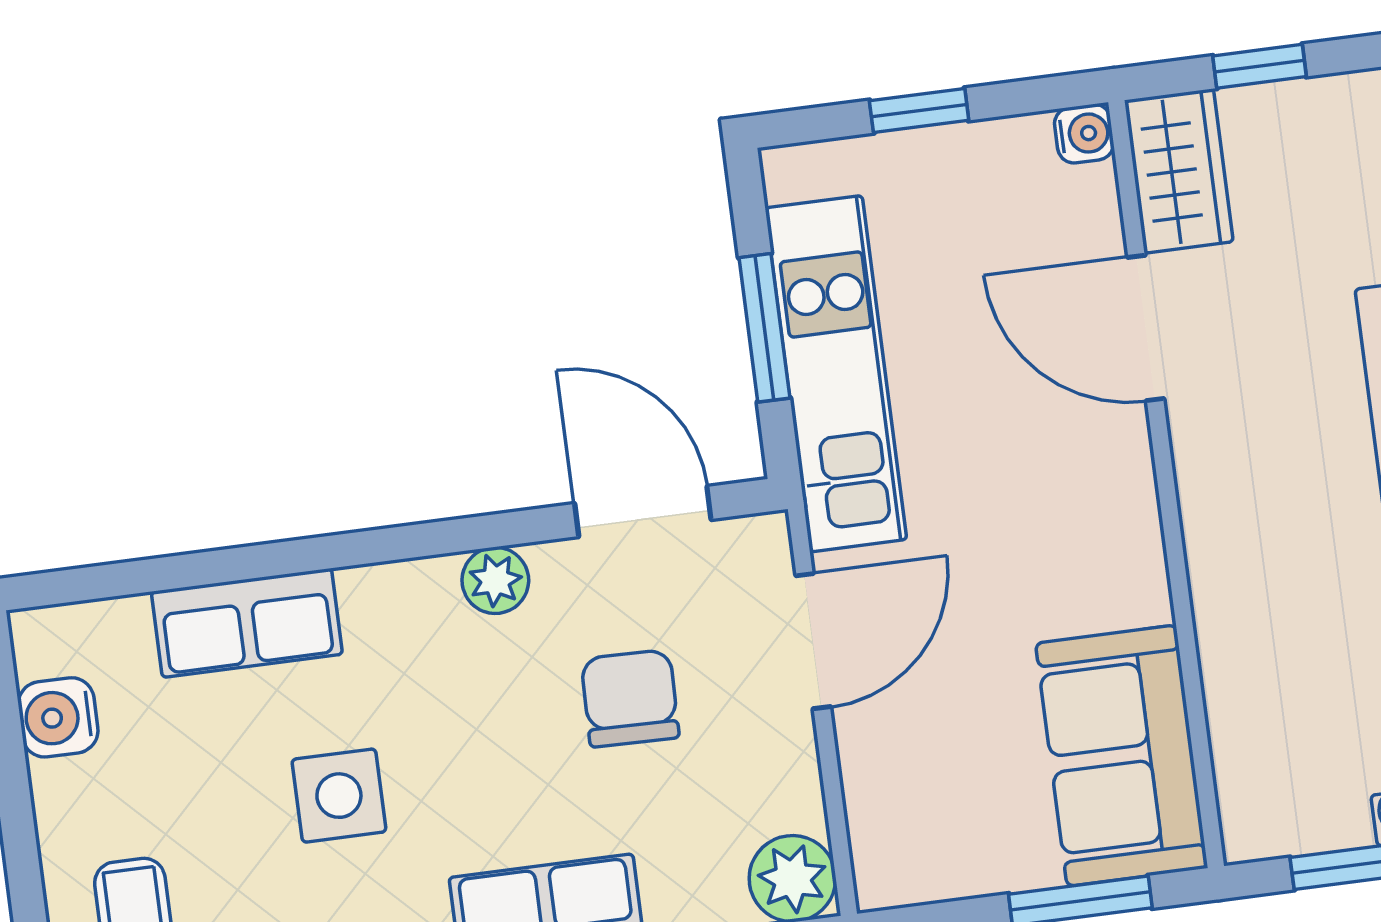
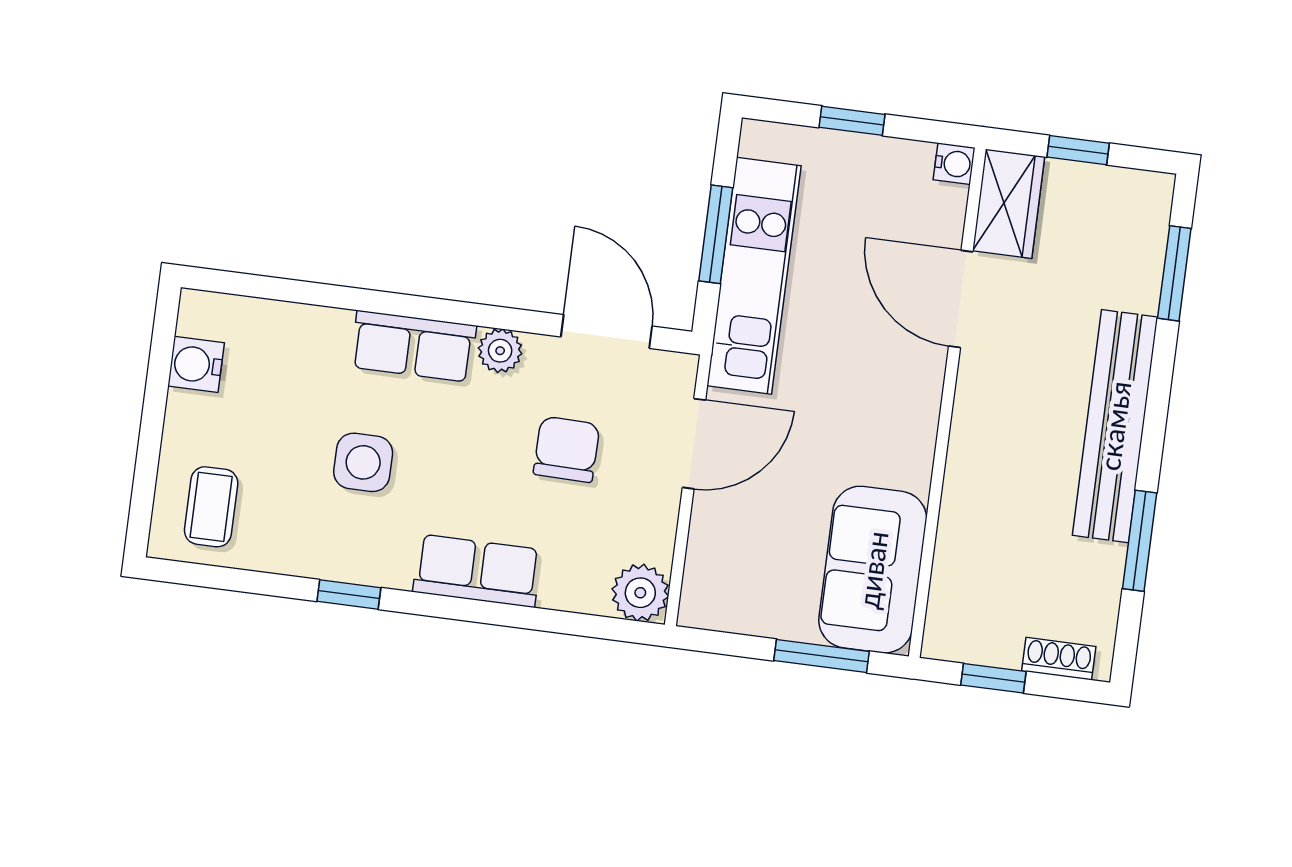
row of seats: (247, 623) -> (413, 346), moved

